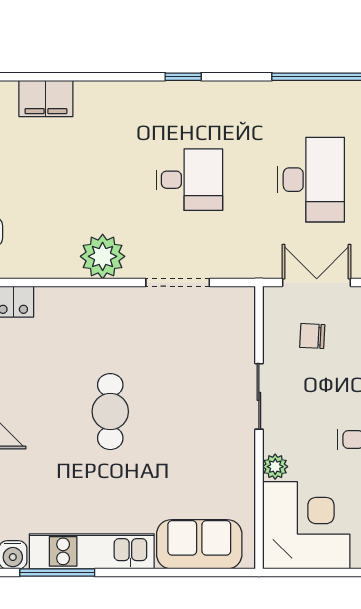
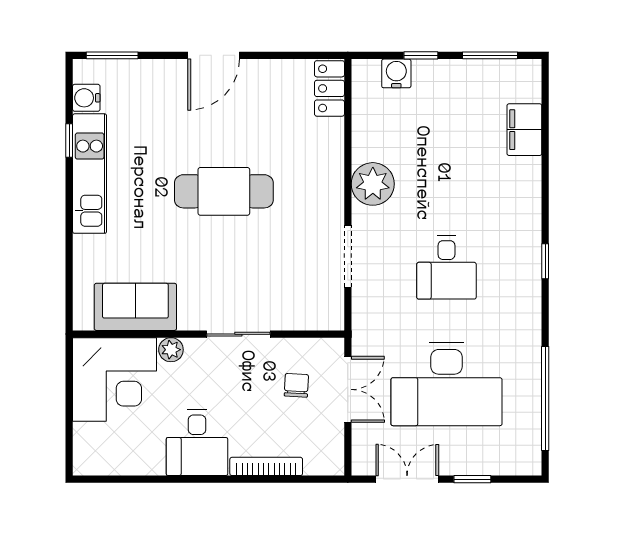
desk: (311, 180) -> (446, 384), width x1.36, depth x1.30
cafe table: (110, 412) -> (224, 191), width x1.37, depth x1.35
sofa: (199, 544) -> (135, 307), moved, turned -90
window: (57, 573) -> (69, 141), width x0.46

